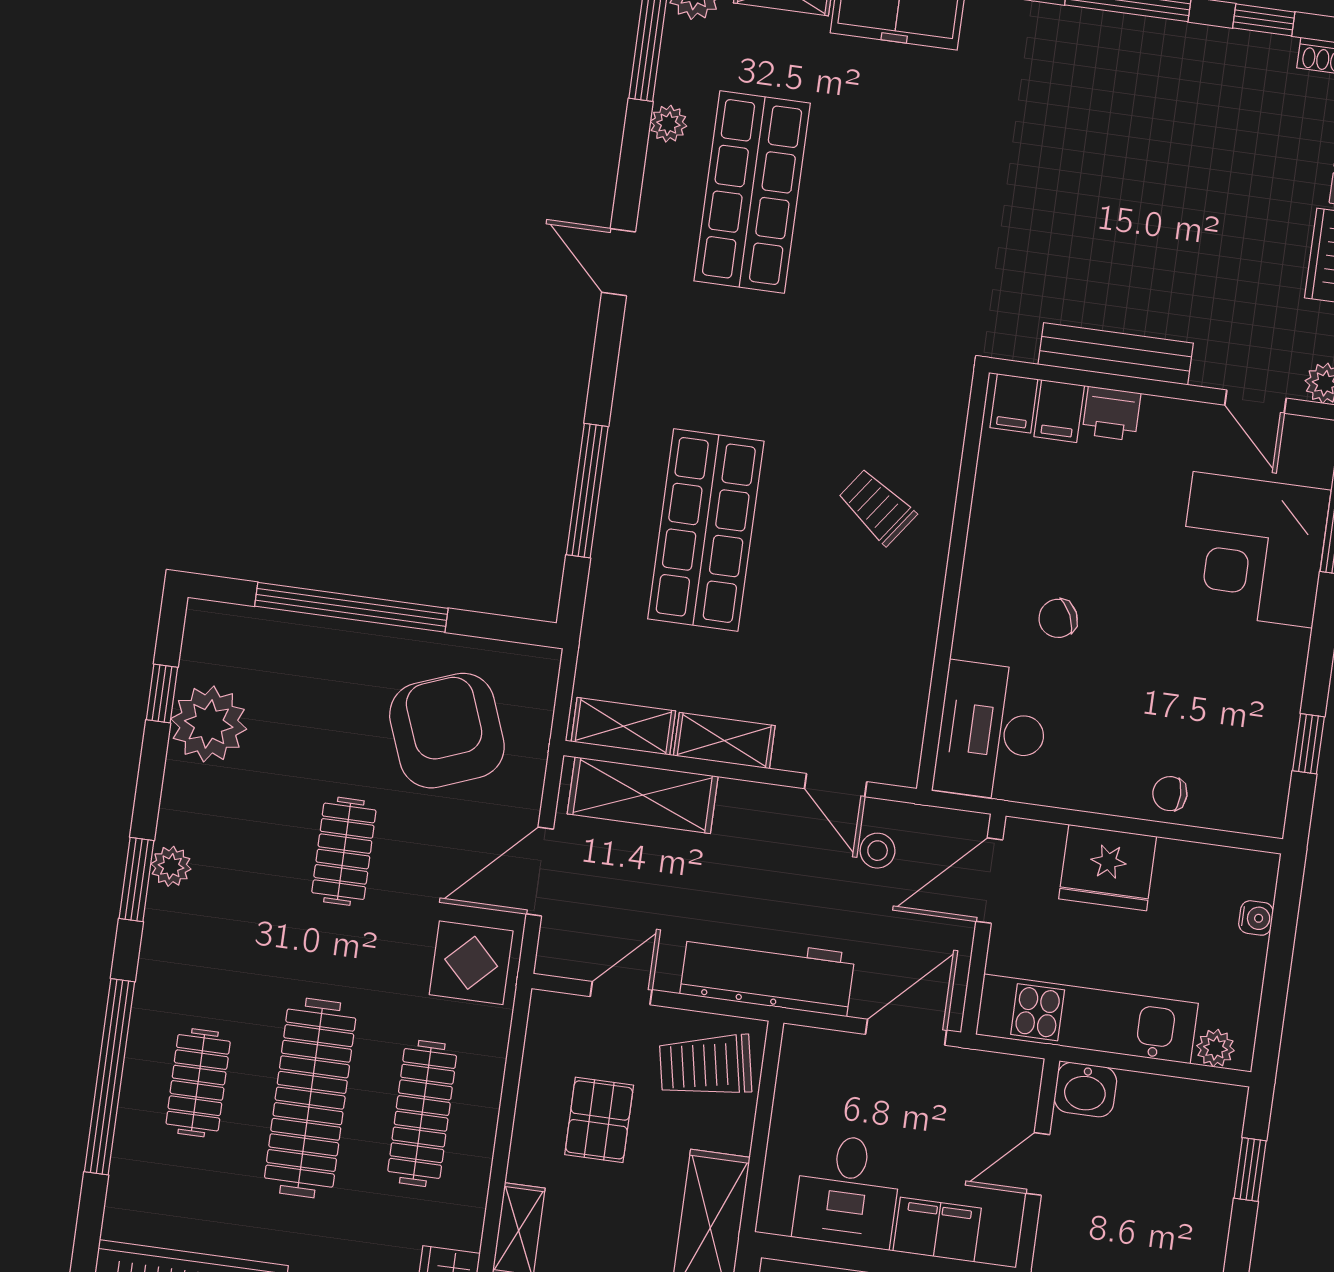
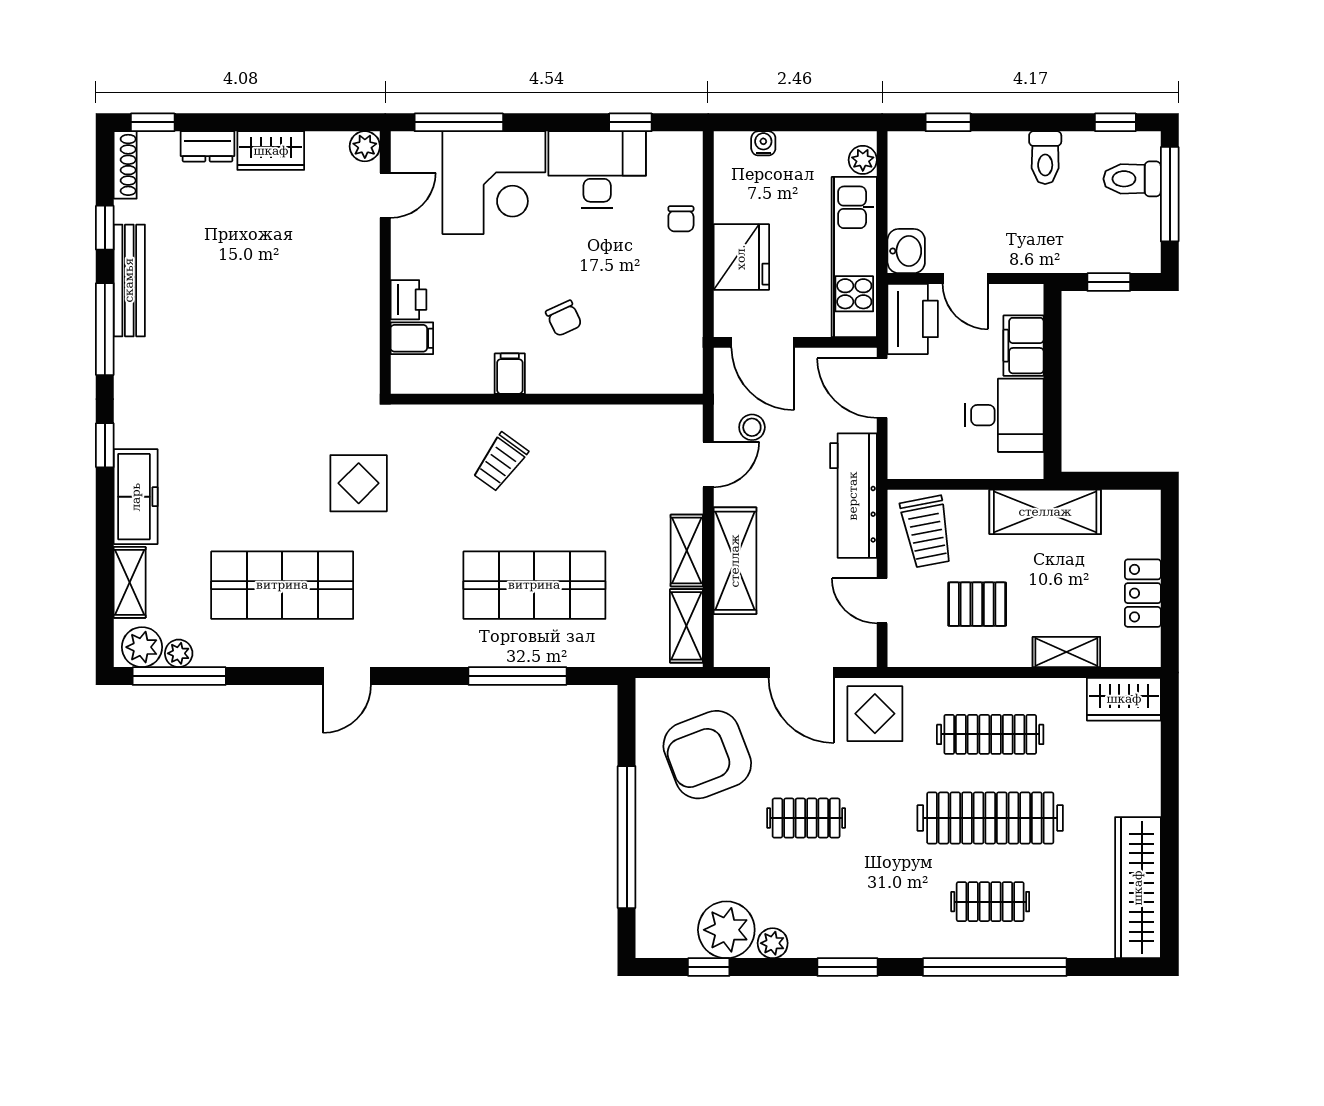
plant: (668, 124) -> (179, 653), moved
display table: (875, 313) -> (359, 483), added
bench: (1116, 354) -> (129, 280), moved
filing cabinet: (1014, 403) -> (510, 374), moved, turned -90
desk: (992, 731) -> (597, 170), moved, turned 180
shelving: (643, 795) -> (735, 561), moved
plant: (171, 866) -> (773, 943), moved
printer: (993, 1086) -> (913, 319), added

